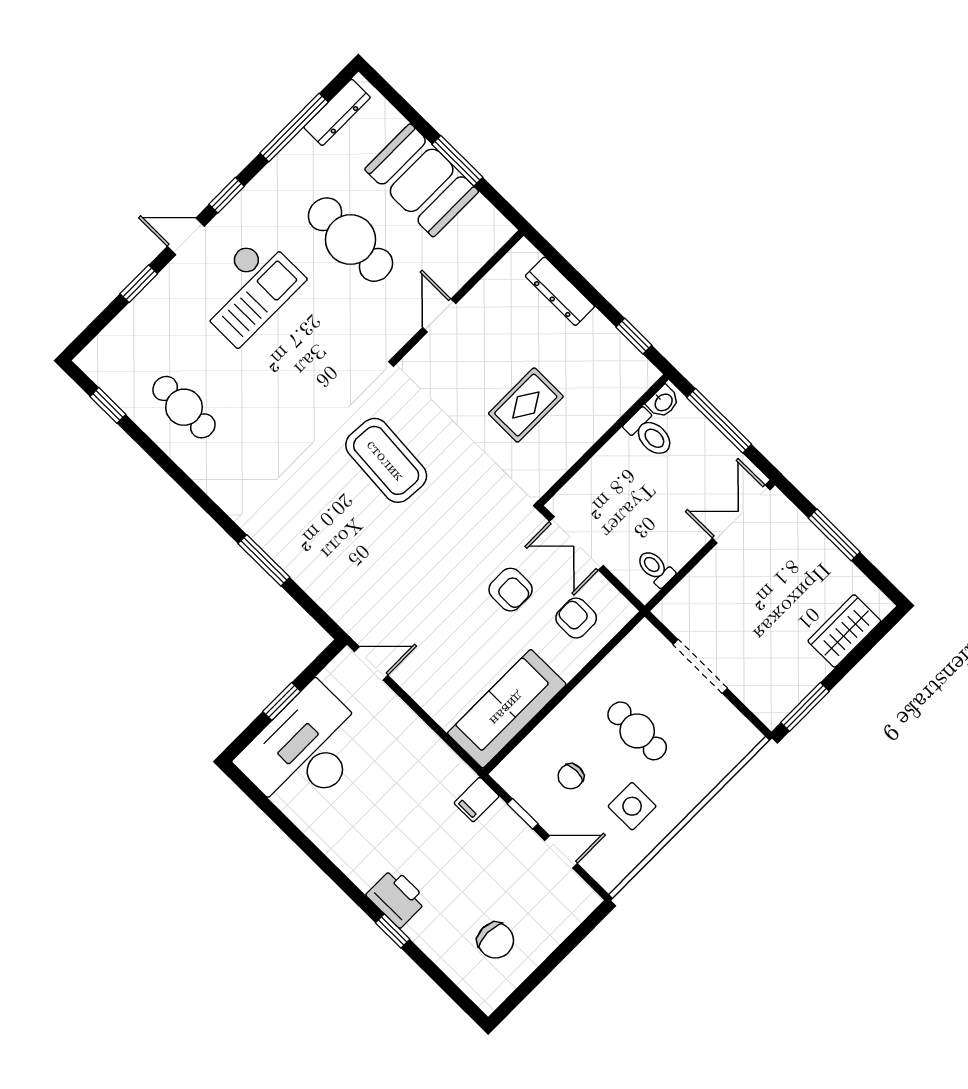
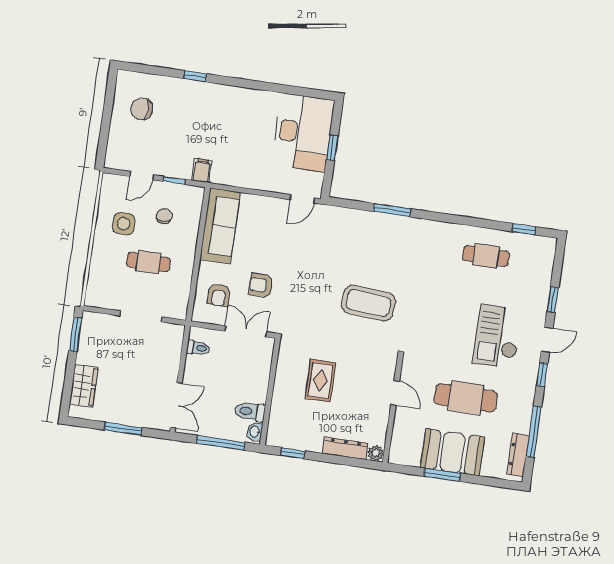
plant: (524, 255) -> (376, 453), added
armchair: (576, 618) -> (219, 295), turned 90
printer: (397, 898) -> (205, 94), removed

